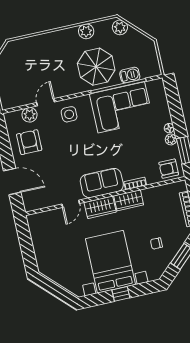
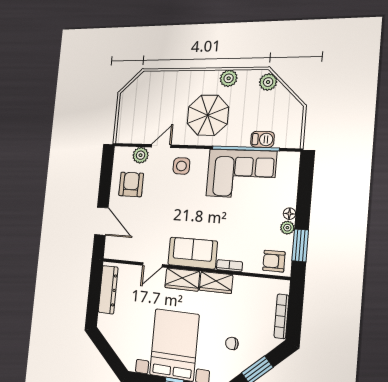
parasol: (96, 67) -> (208, 115), moved
dresser: (38, 237) -> (108, 290), added

